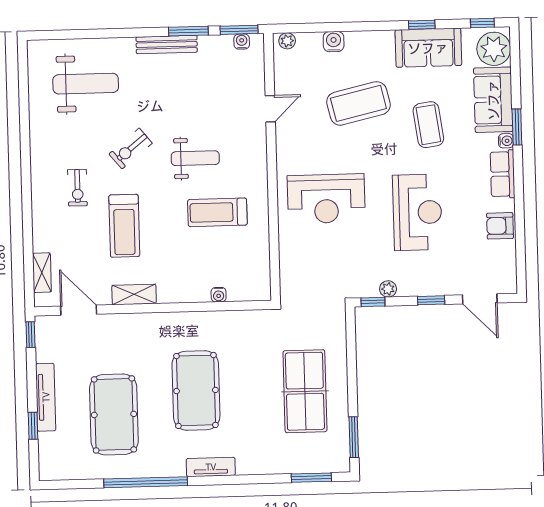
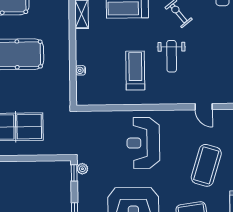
coffee table: (358, 103) -> (206, 165), turned 30
plant: (388, 289) -> (82, 169), moved

